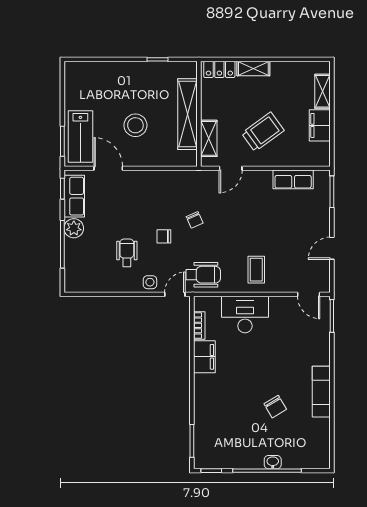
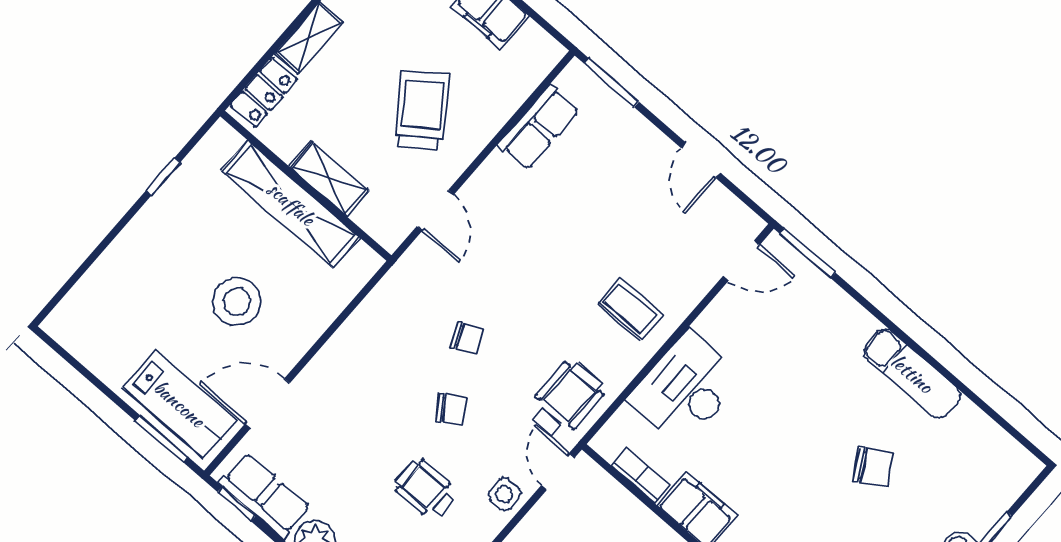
shelving: (209, 138) -> (329, 179), moved
chair: (164, 236) -> (451, 409), turned -123

